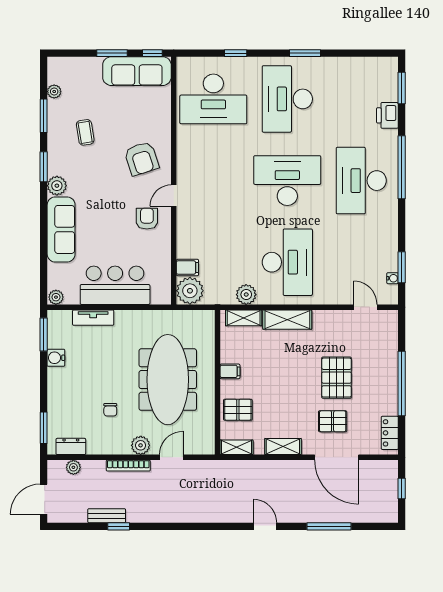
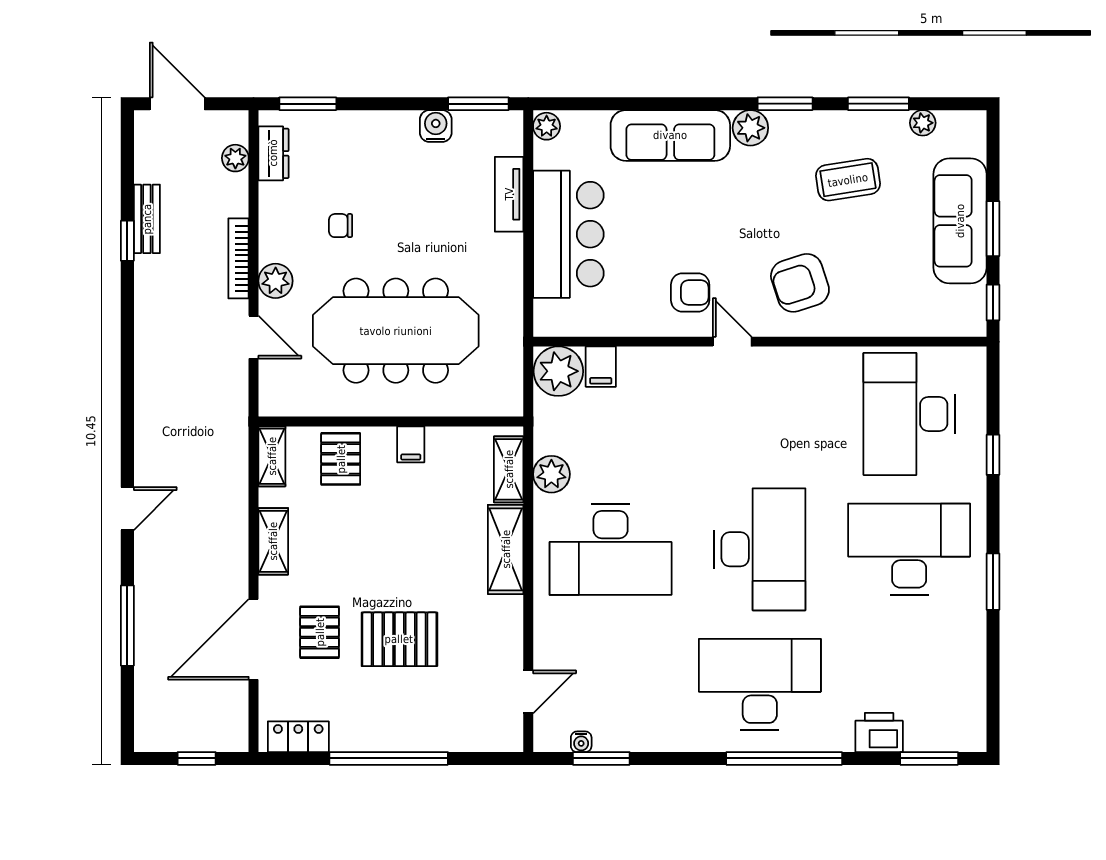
sofa: (137, 71) -> (960, 221), moved
coffee table: (85, 132) -> (848, 180), width x1.36, depth x1.30

